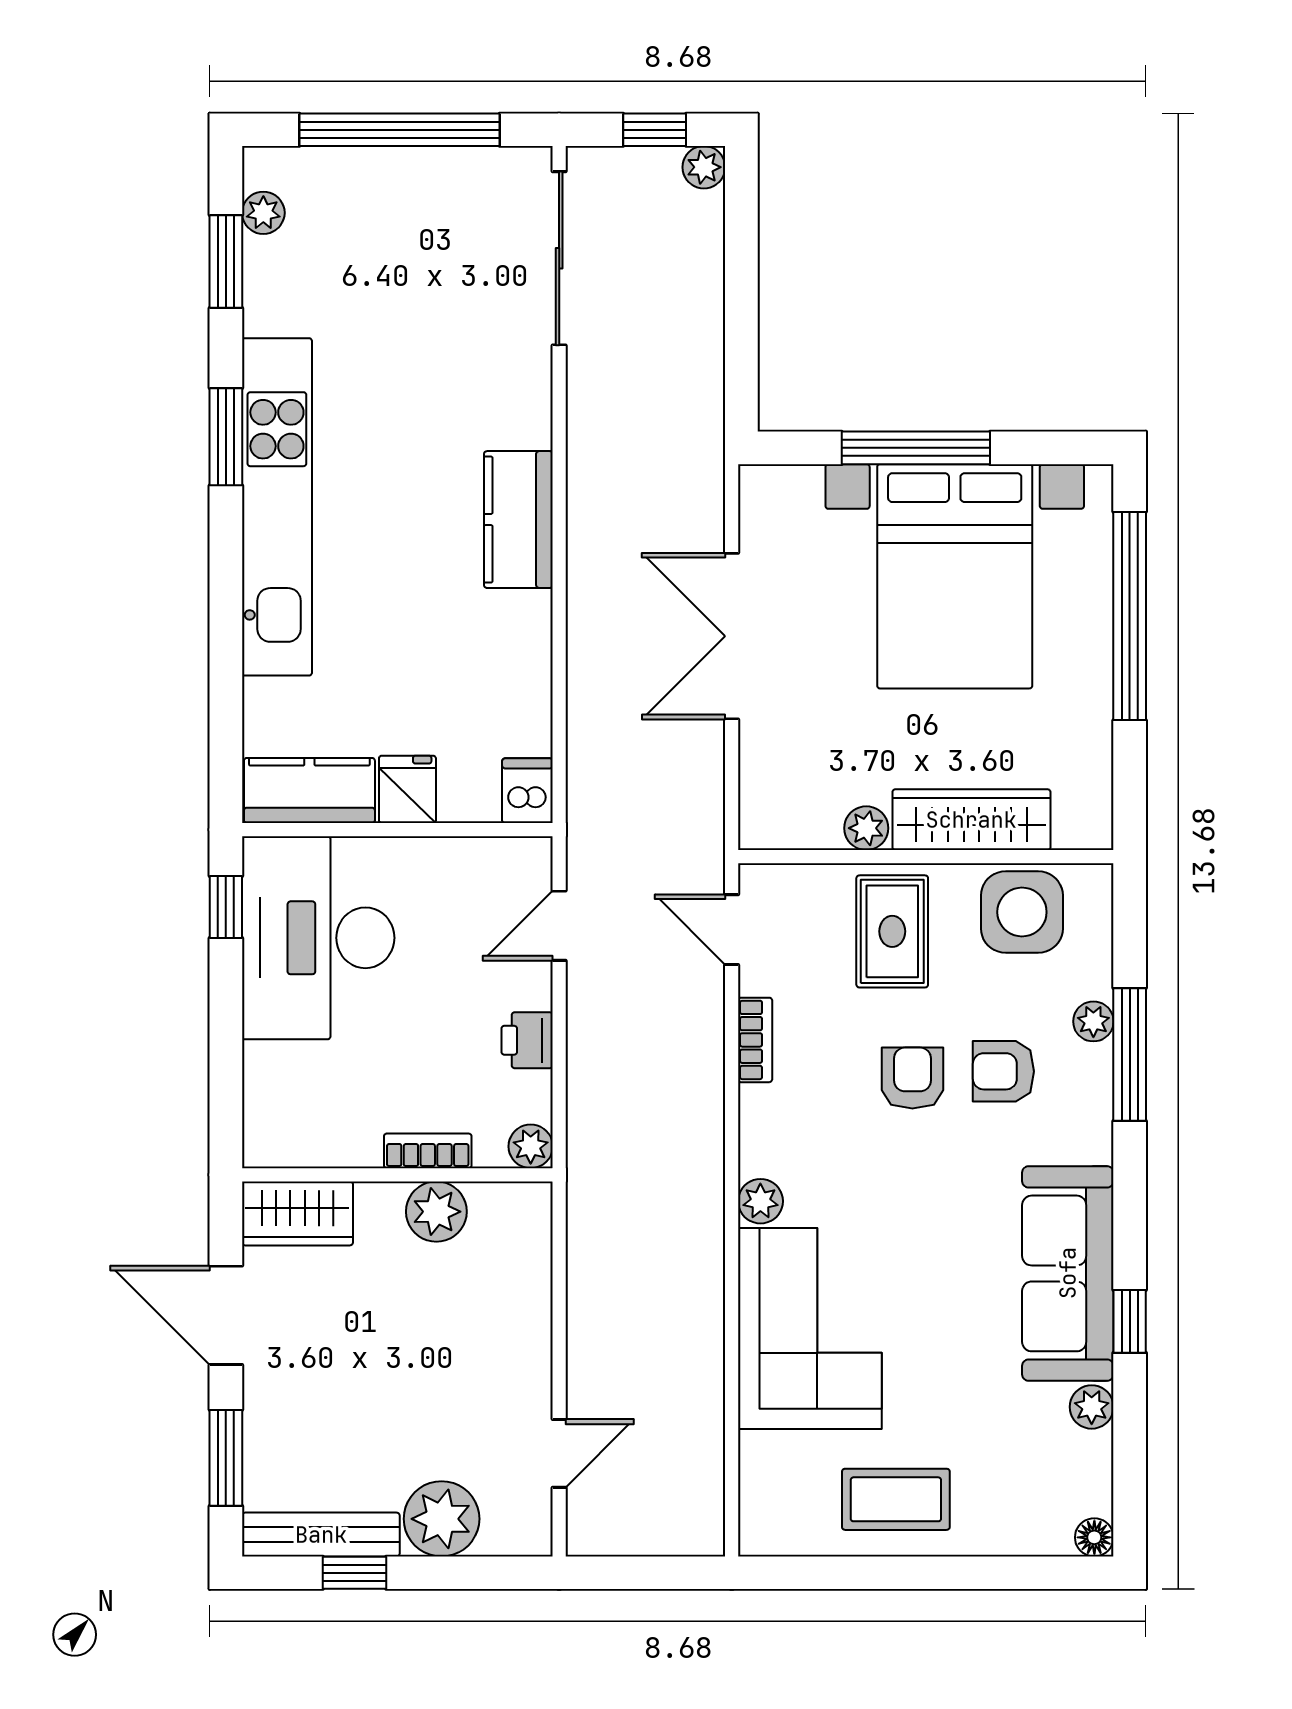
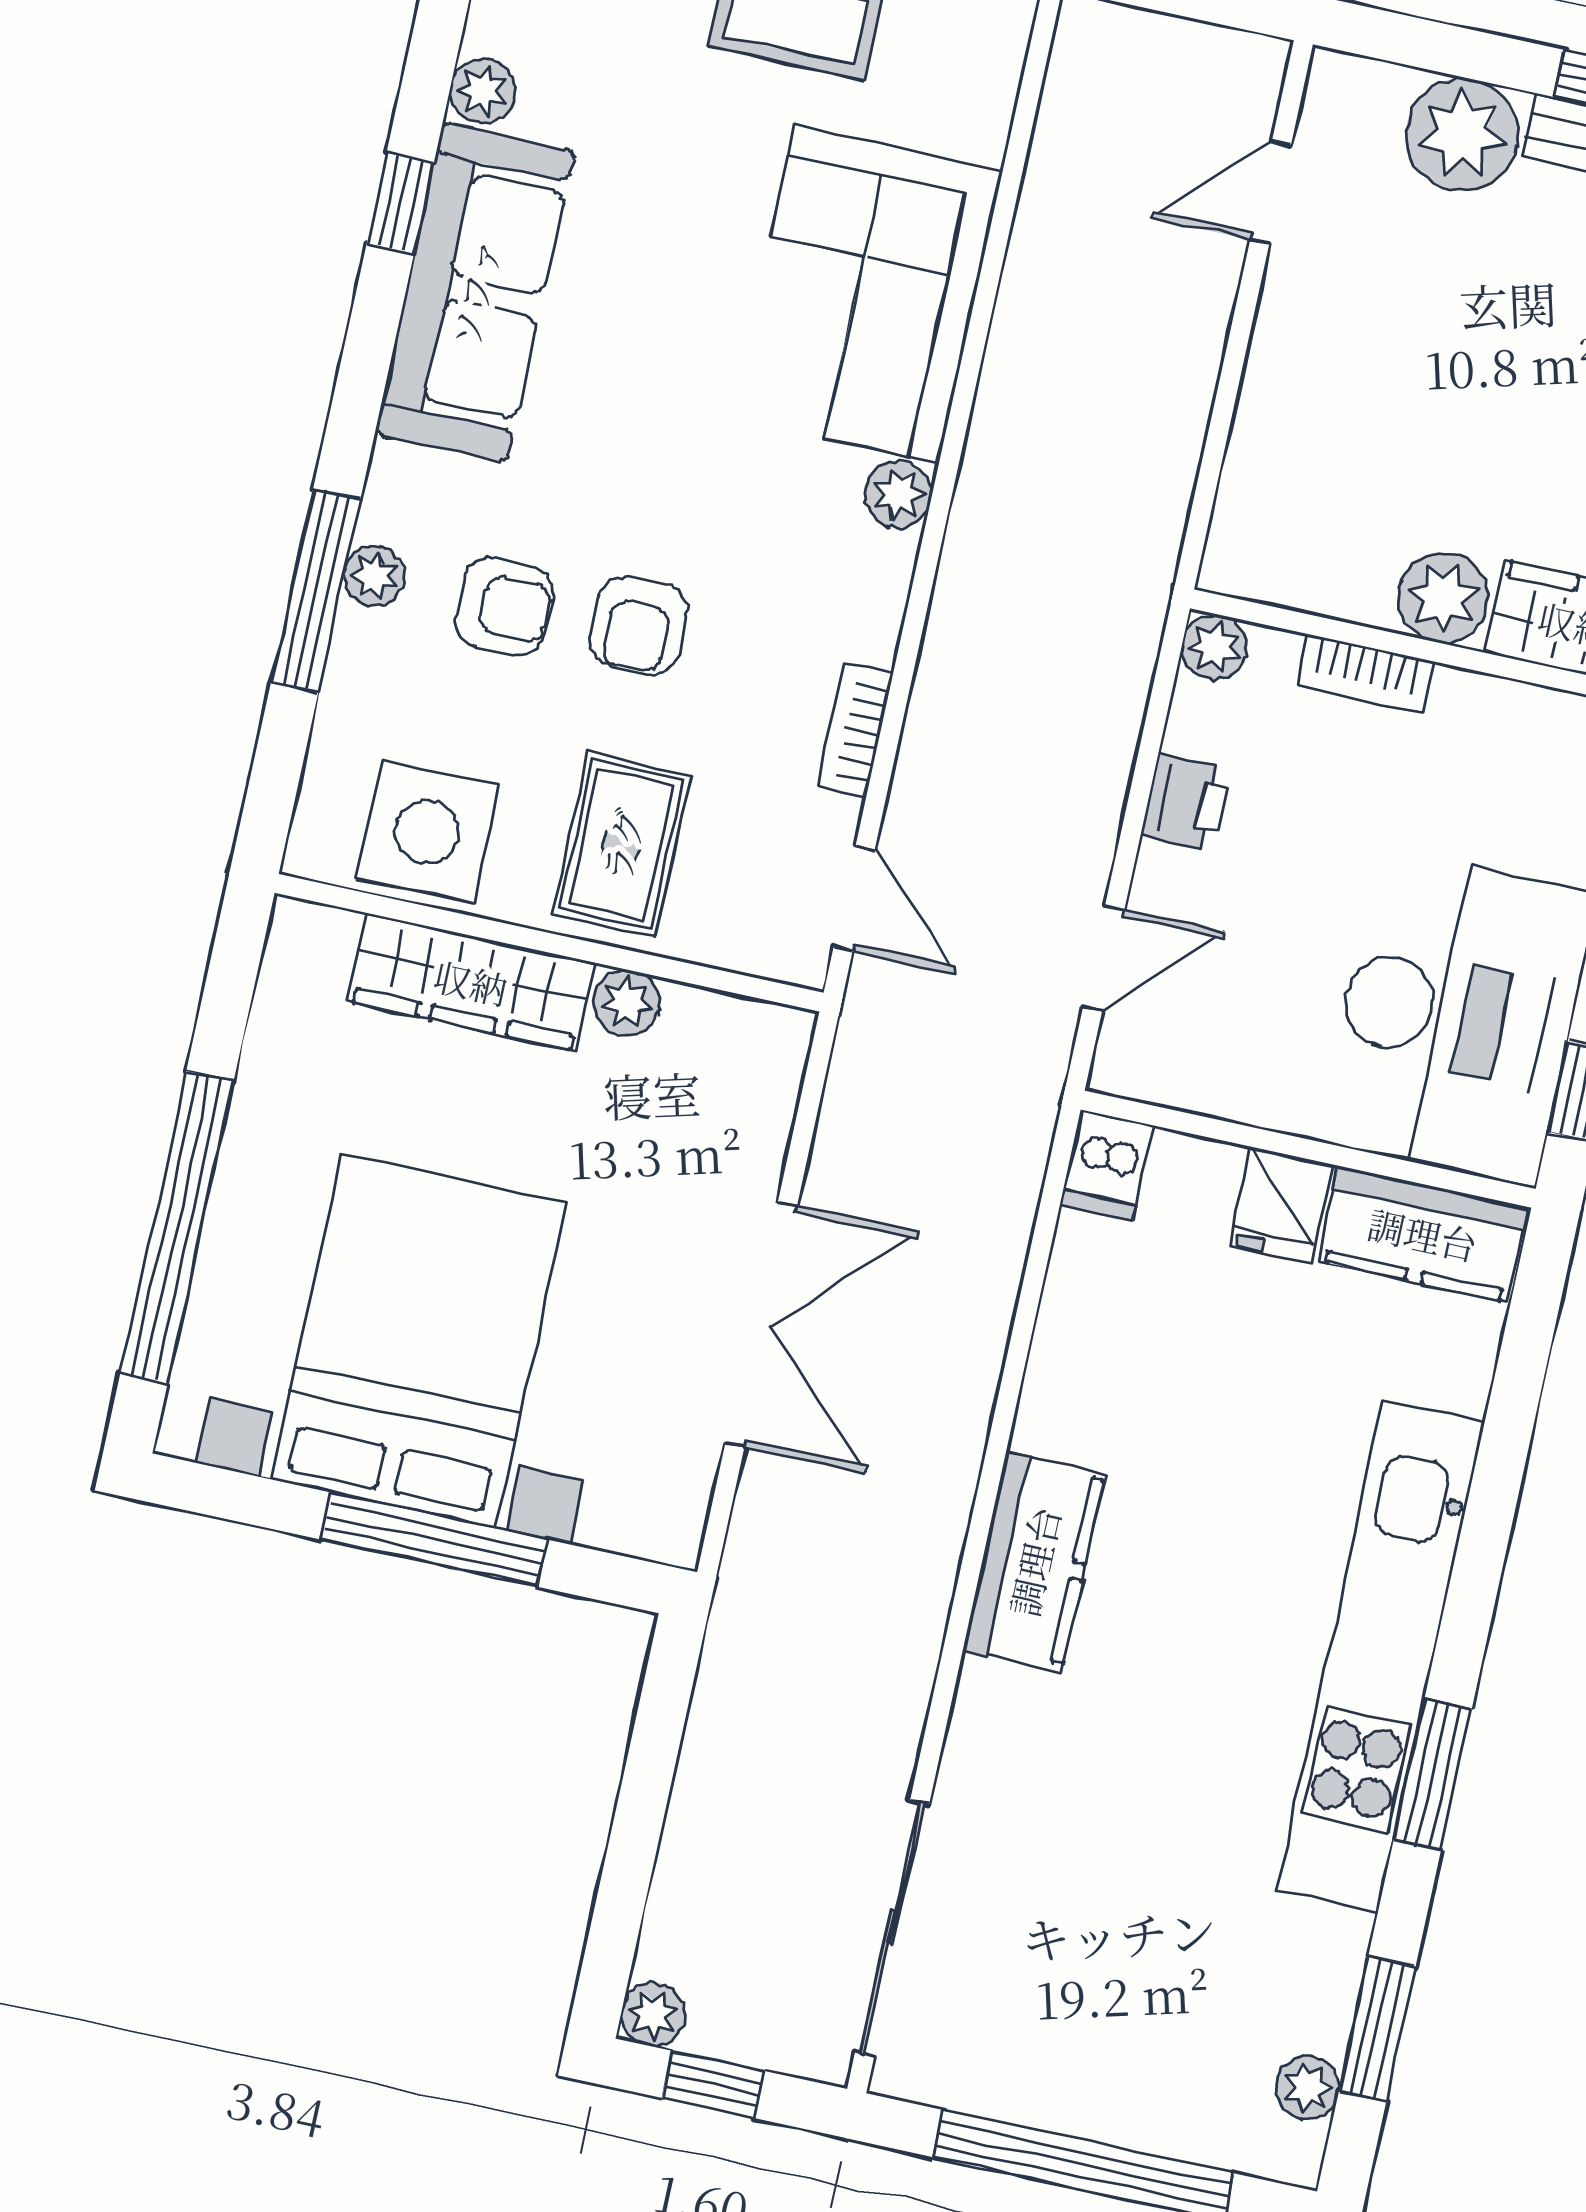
plant: (1093, 1021) -> (374, 576), moved
plant: (436, 1212) -> (1443, 598), moved

